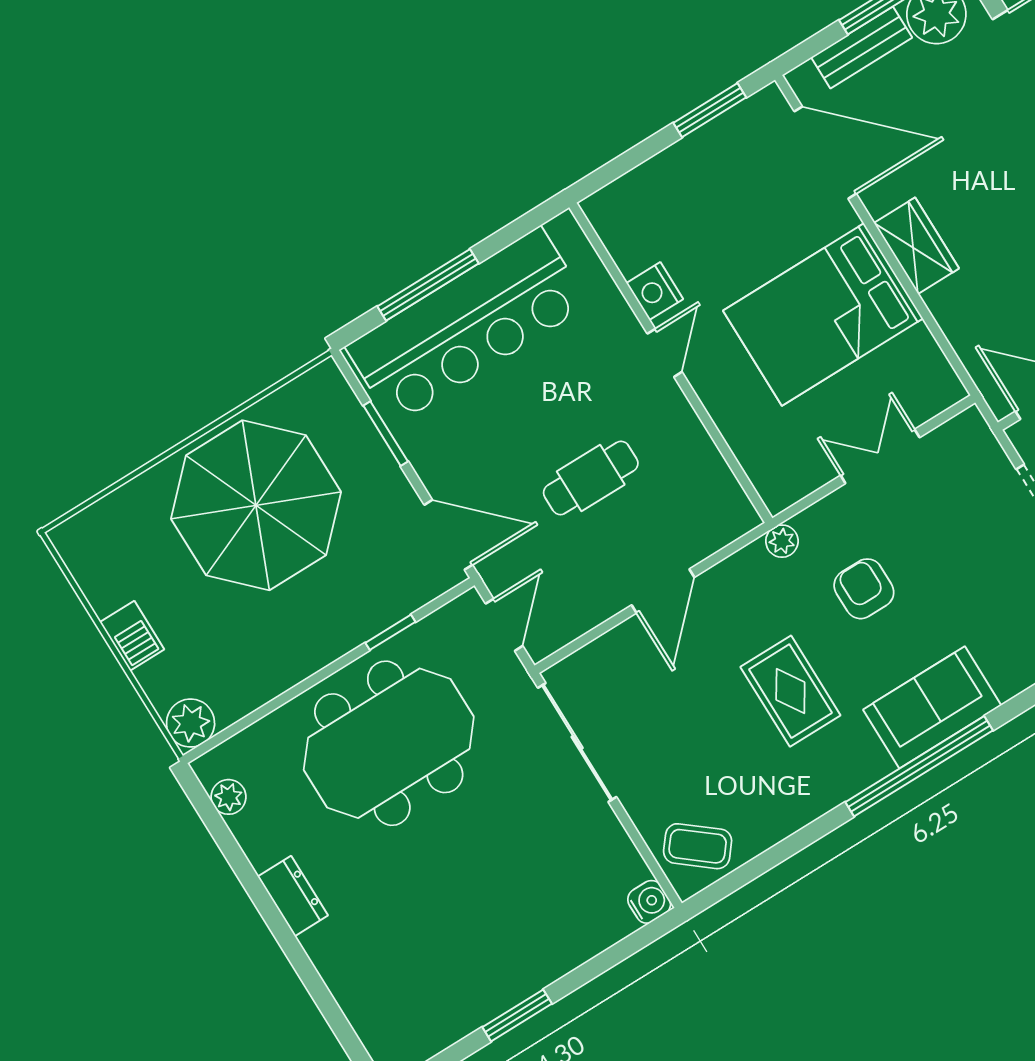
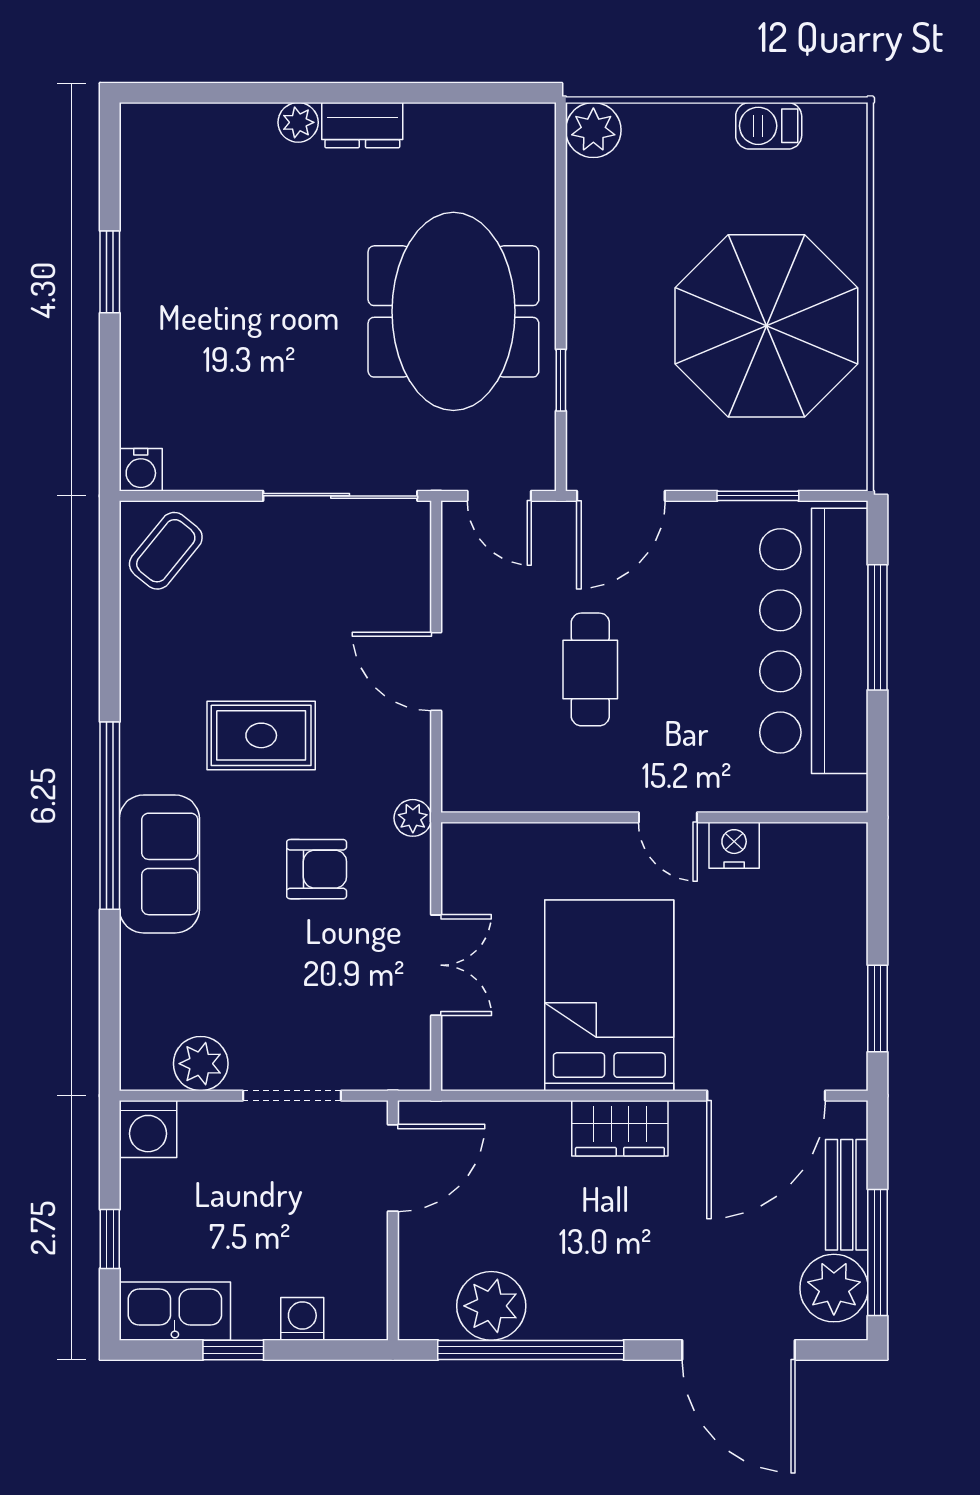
barbecue: (132, 636) -> (769, 126), moved
plant: (229, 797) -> (298, 122), moved

